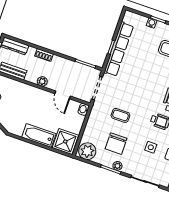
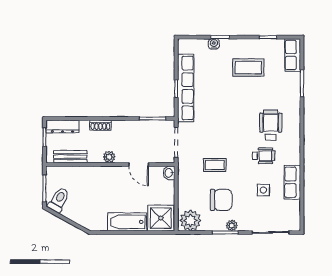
chair: (116, 144) -> (221, 200), turned -90

